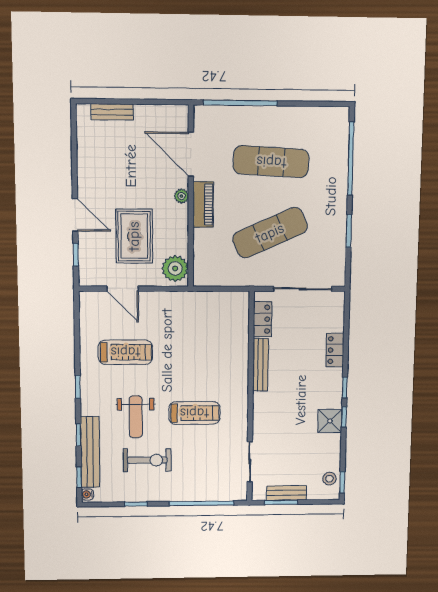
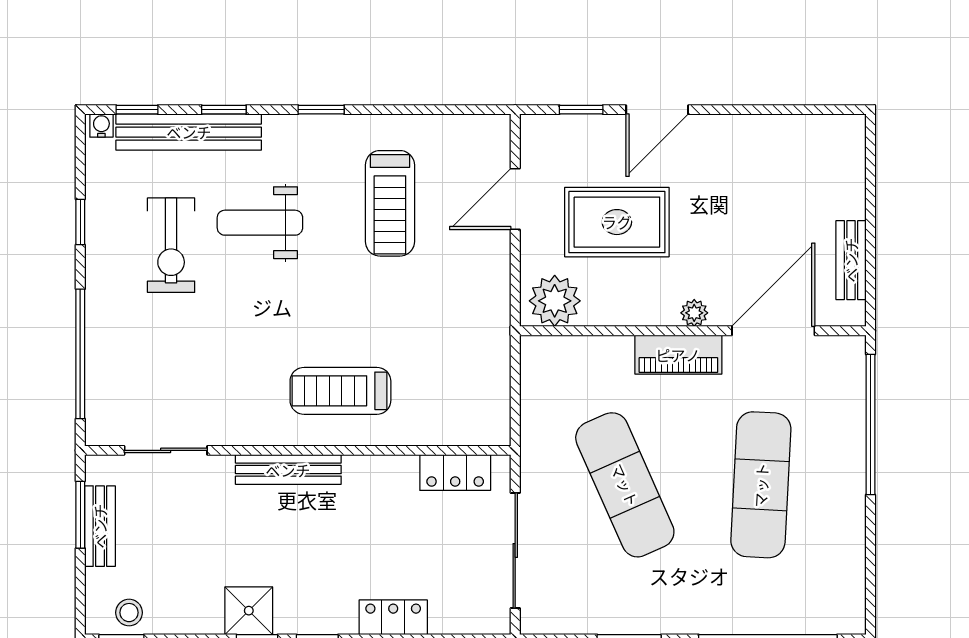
bench: (112, 112) -> (851, 260), moved
bench: (261, 365) -> (288, 470), moved
treadmill: (194, 413) -> (340, 391), moved, turned 90

